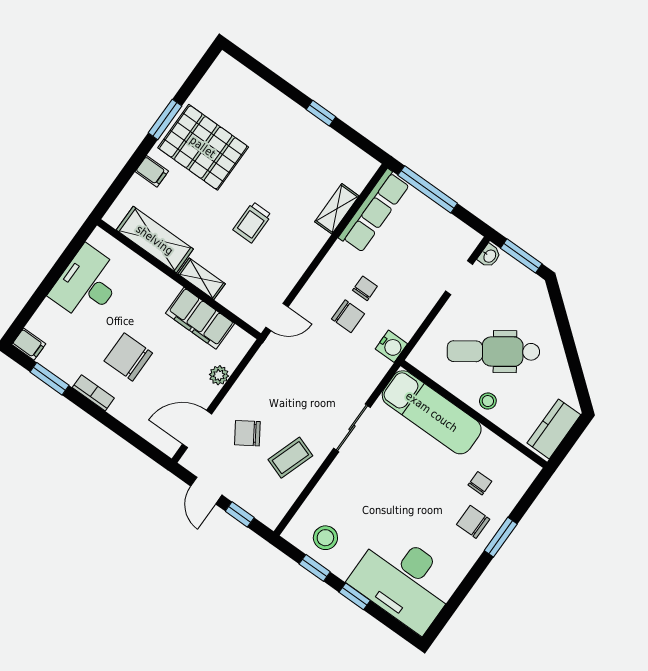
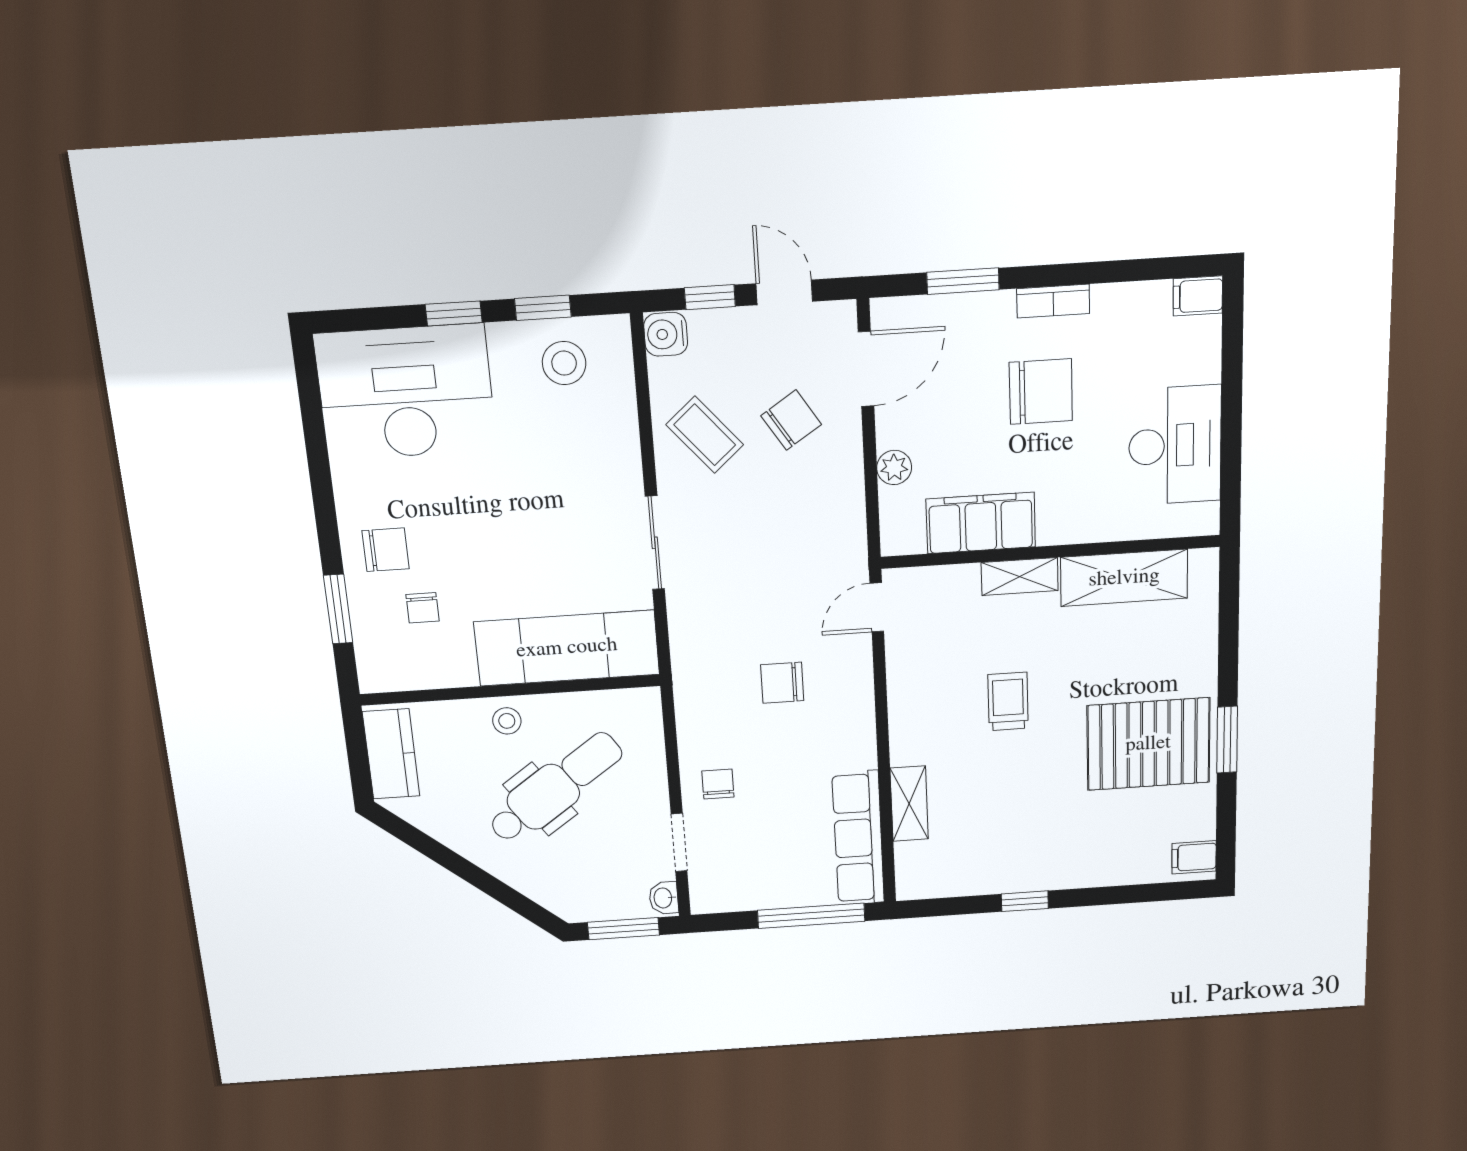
filing cabinet: (152, 171) -> (1194, 857), moved
chair: (365, 288) -> (718, 784), moved, turned 180
water cooler: (391, 346) -> (666, 334), moved
window: (49, 379) -> (963, 281), moved
coffee table: (290, 458) -> (705, 435), turned -60
window: (501, 537) -> (338, 609), moved

